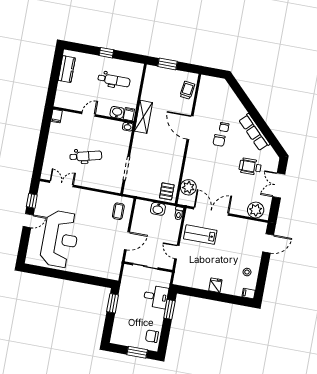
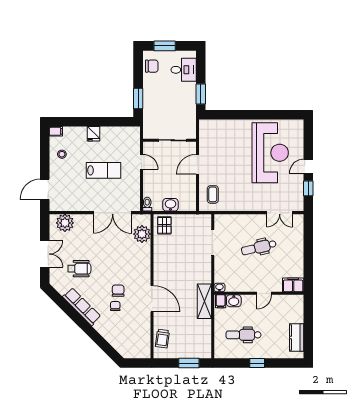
filing cabinet: (57, 116) -> (293, 285), width x2.00
lab bench: (200, 235) -> (104, 170), moved
reception desk: (60, 239) -> (270, 153), turned 180
desk: (156, 297) -> (184, 70), moved, turned 180

